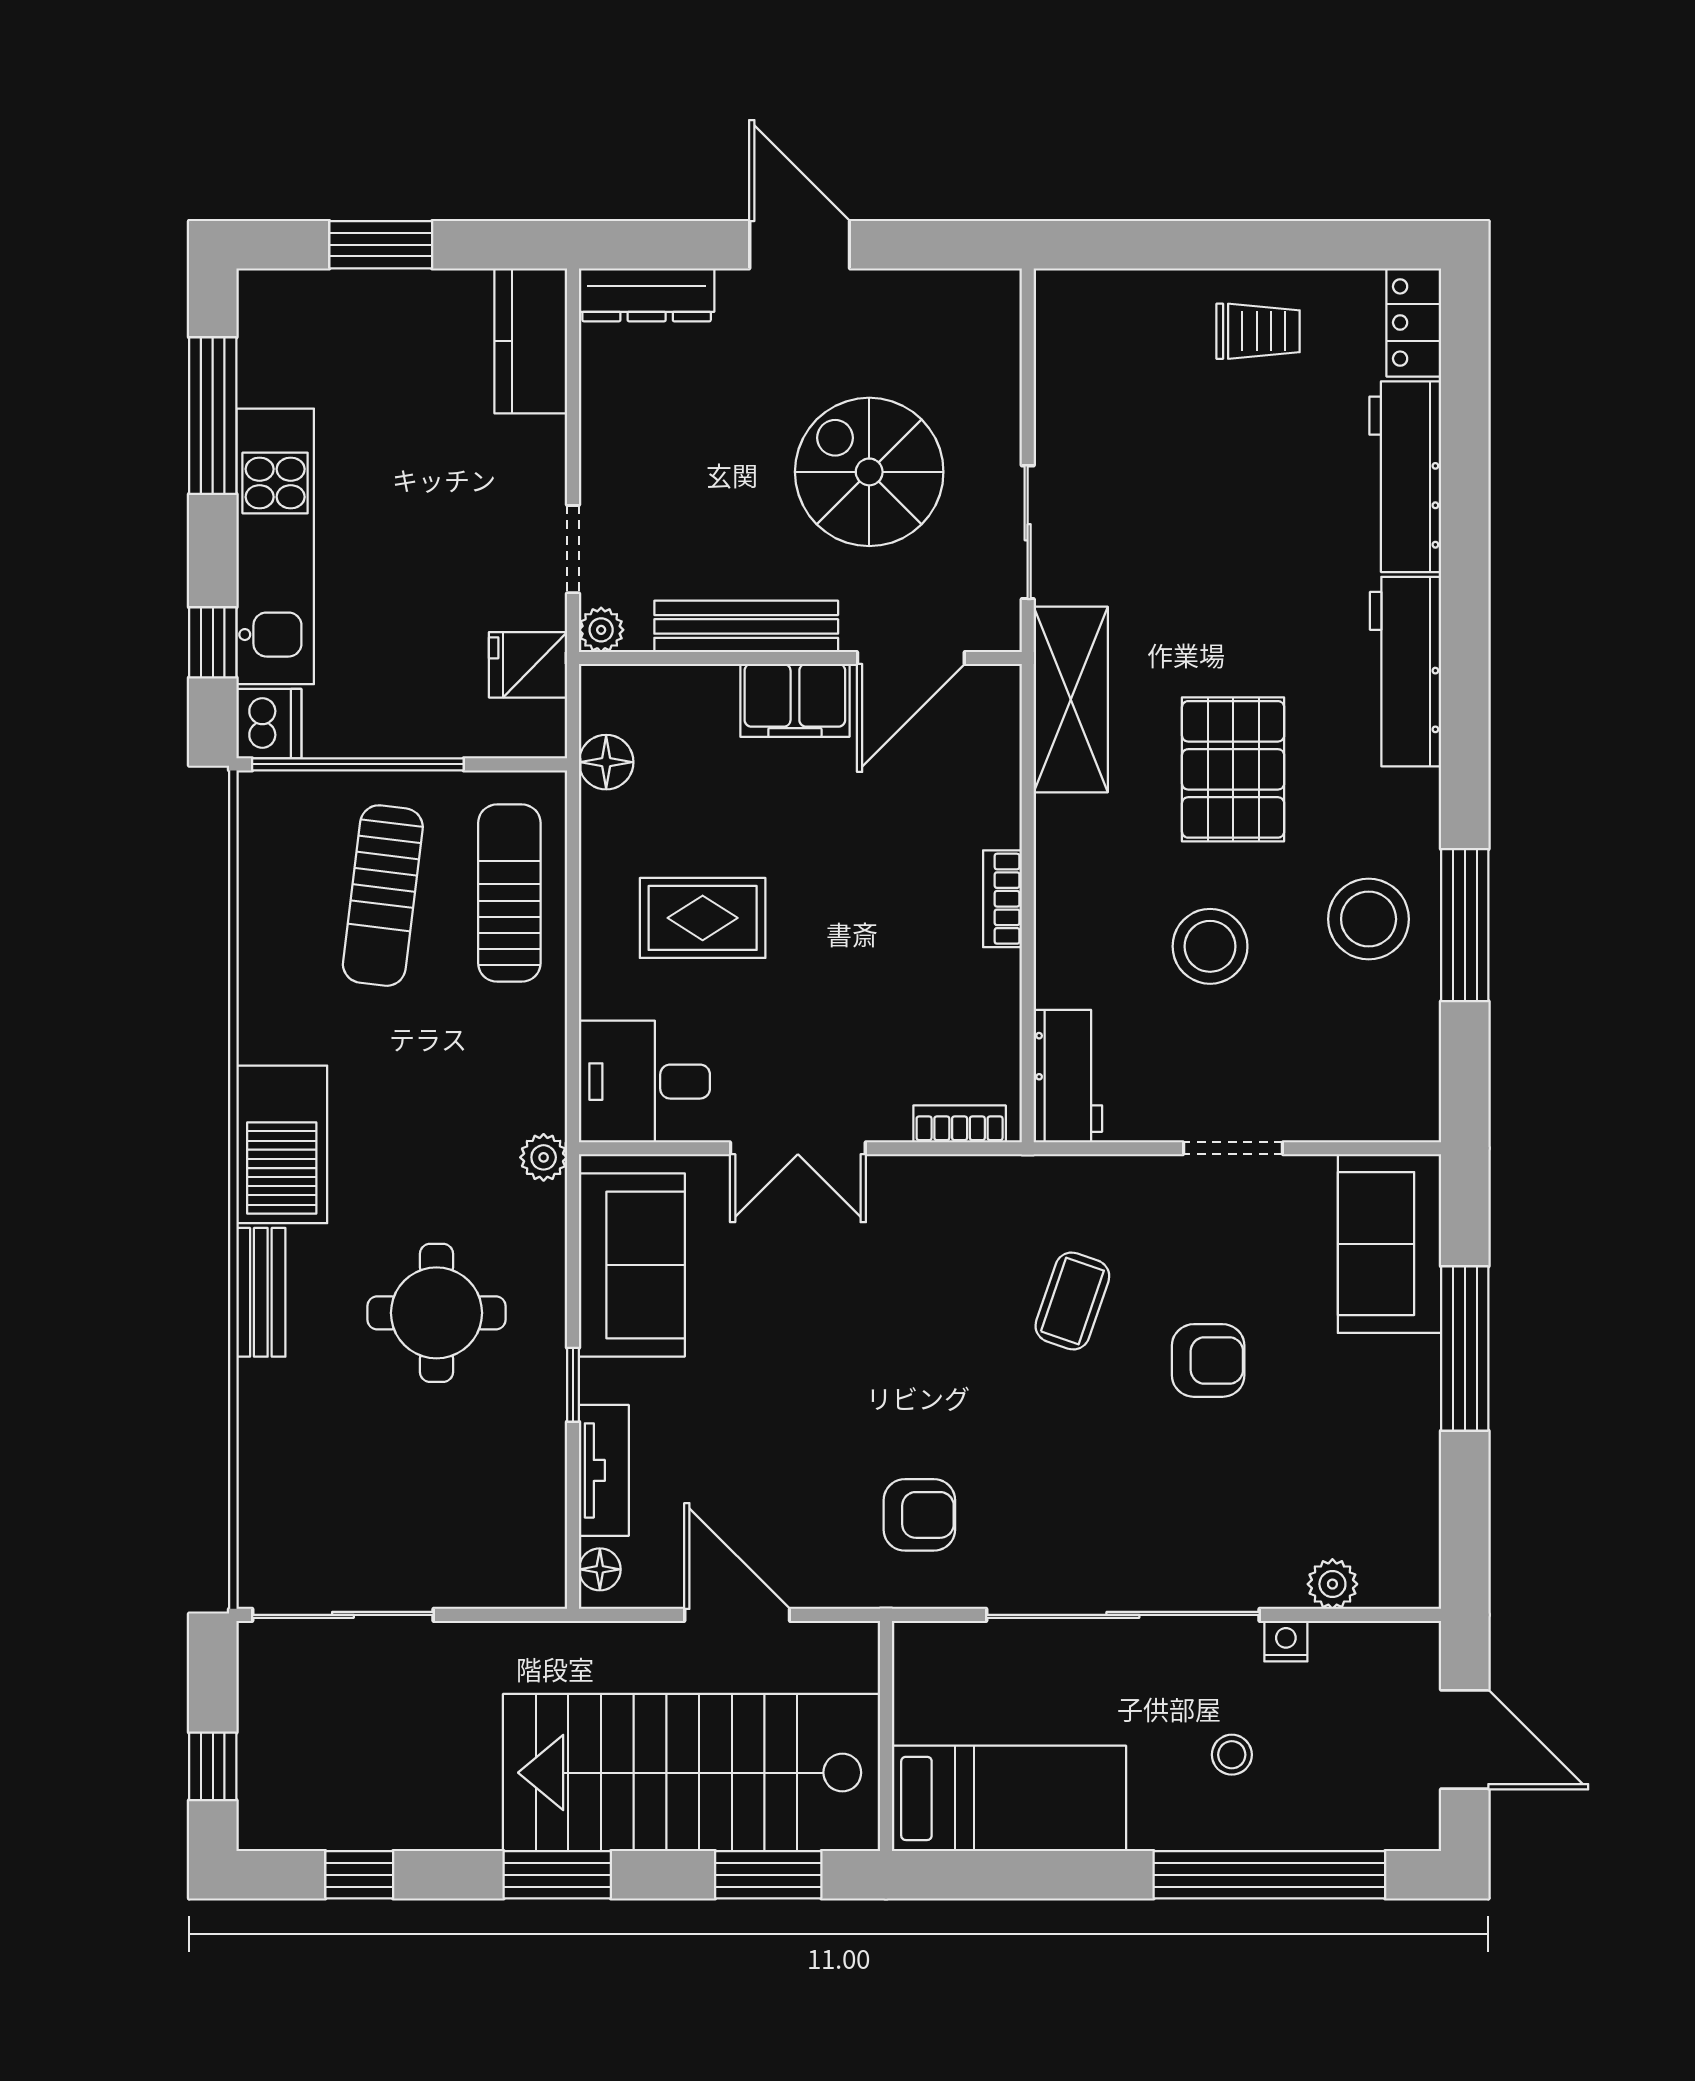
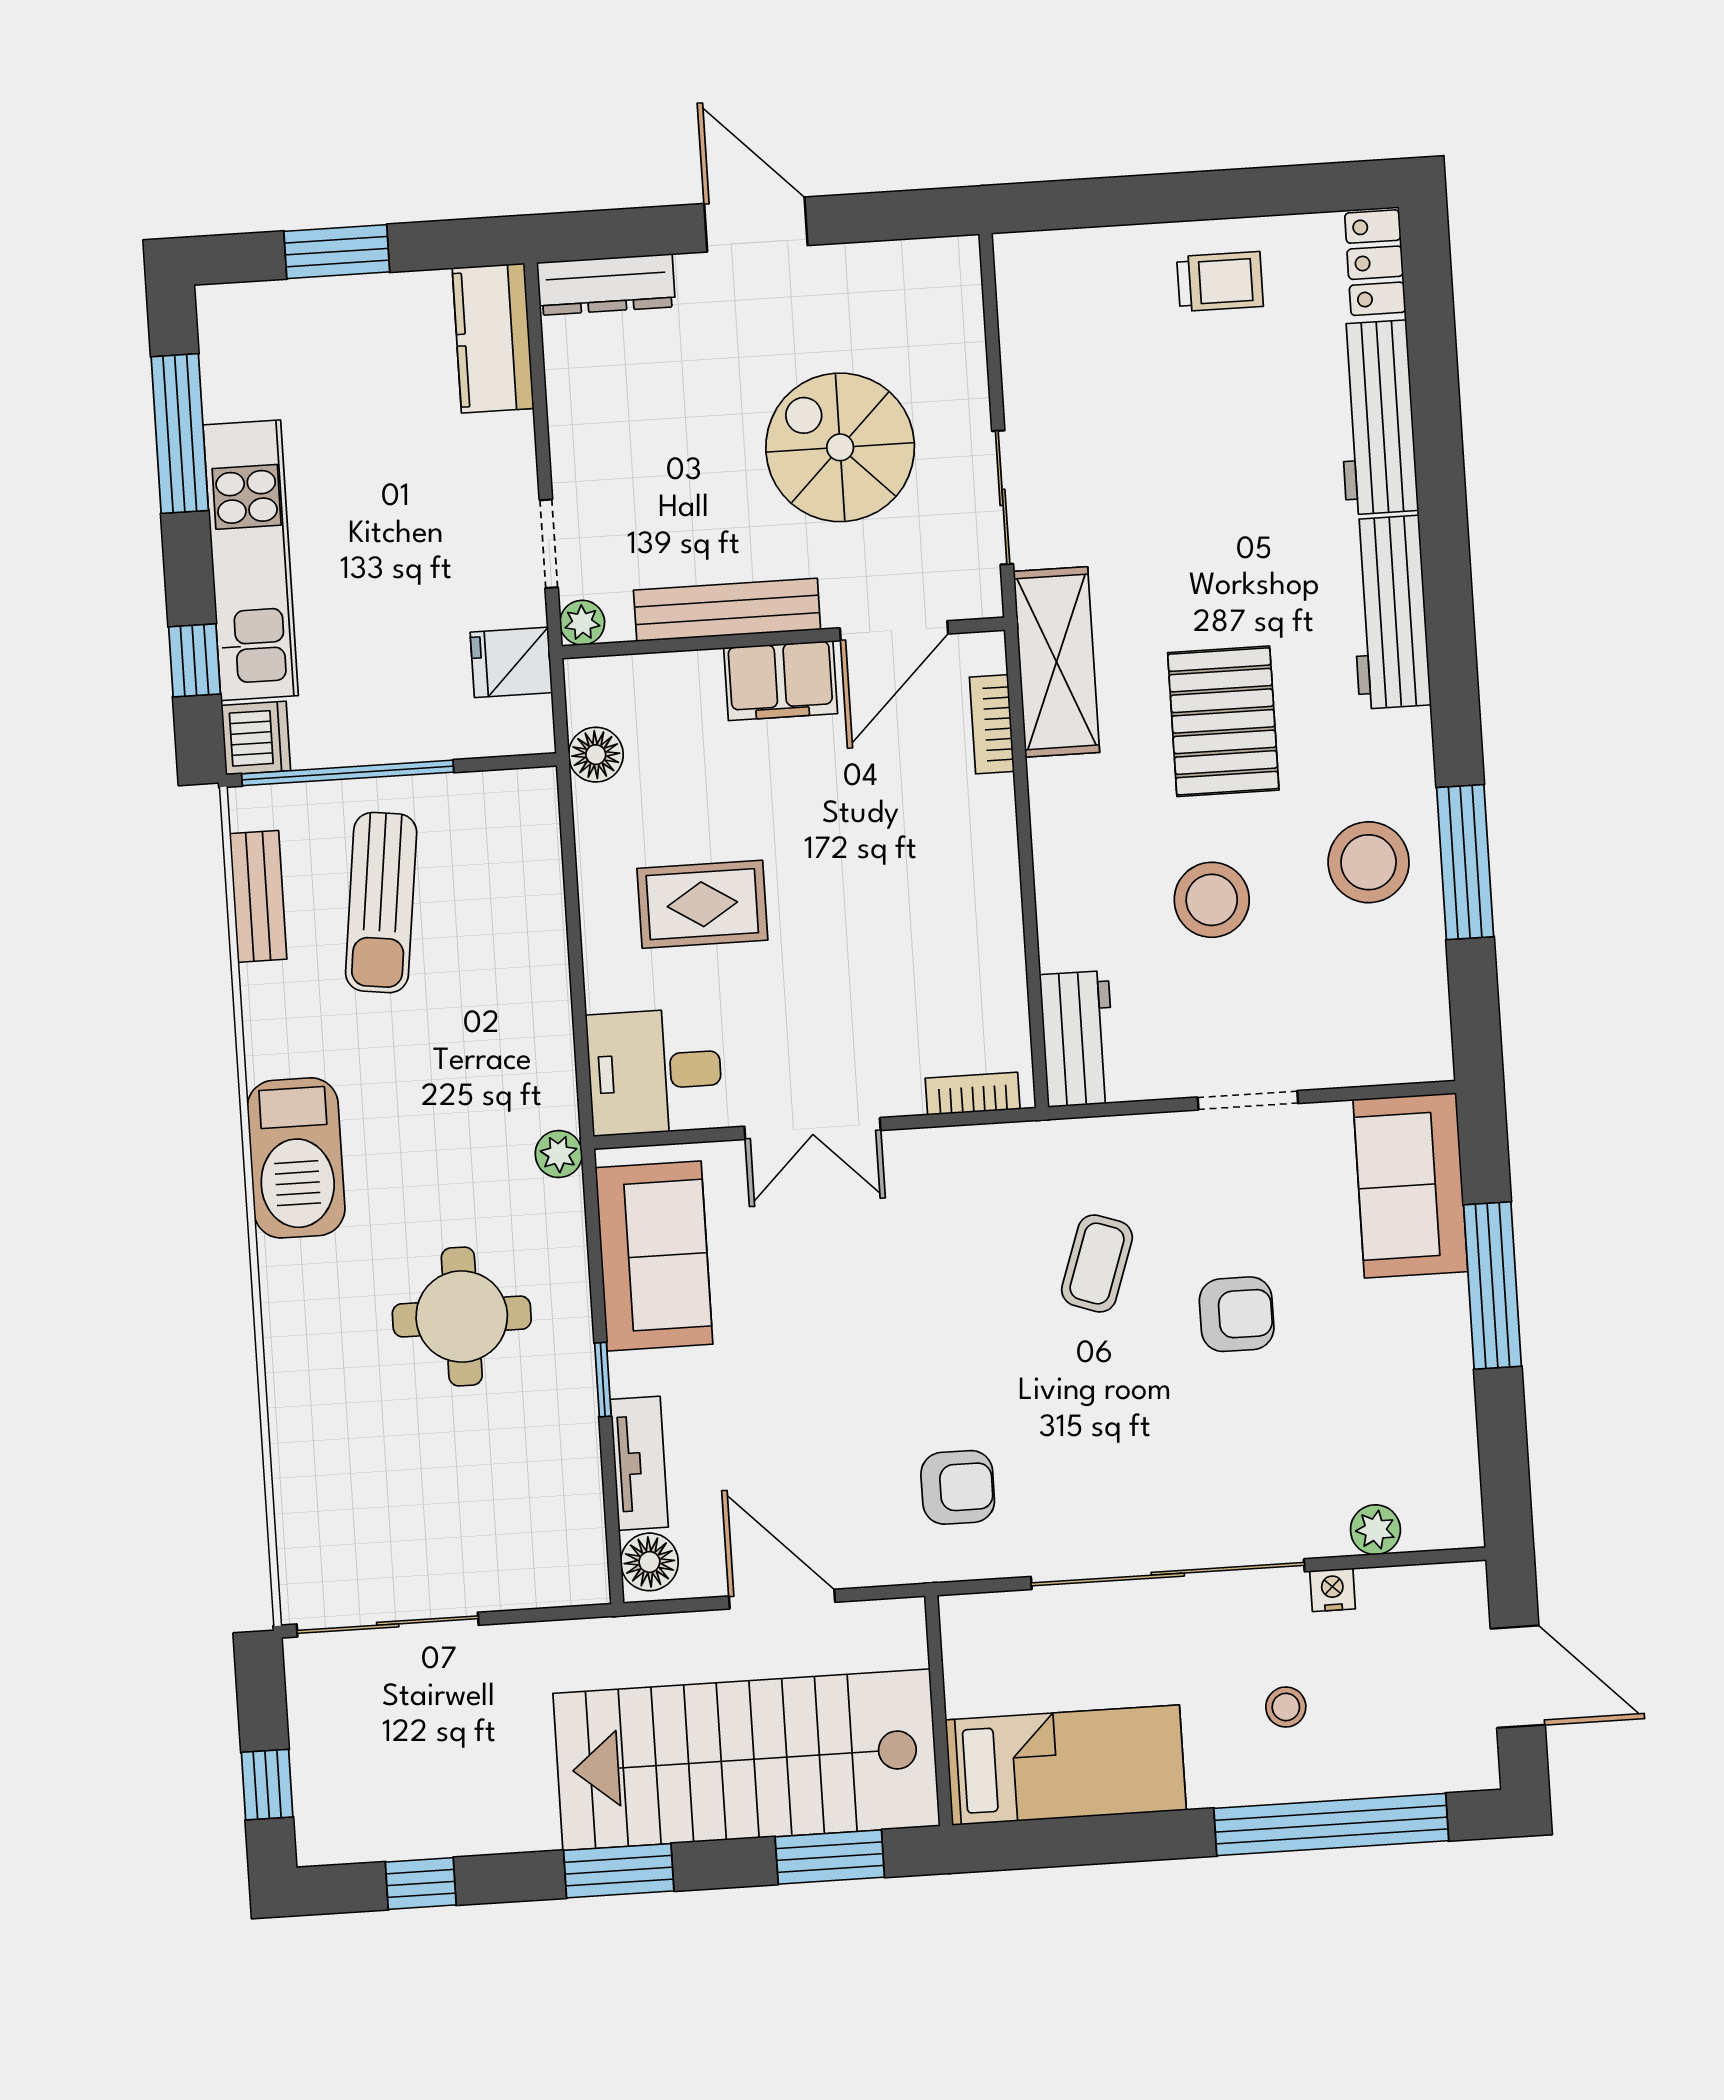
sun lounger: (509, 893) -> (507, 892), removed
bookcase: (1002, 899) -> (992, 724), moved
bench: (261, 1292) -> (258, 896), moved
floor lamp: (600, 1569) -> (649, 1562), width x1.37, depth x1.37

